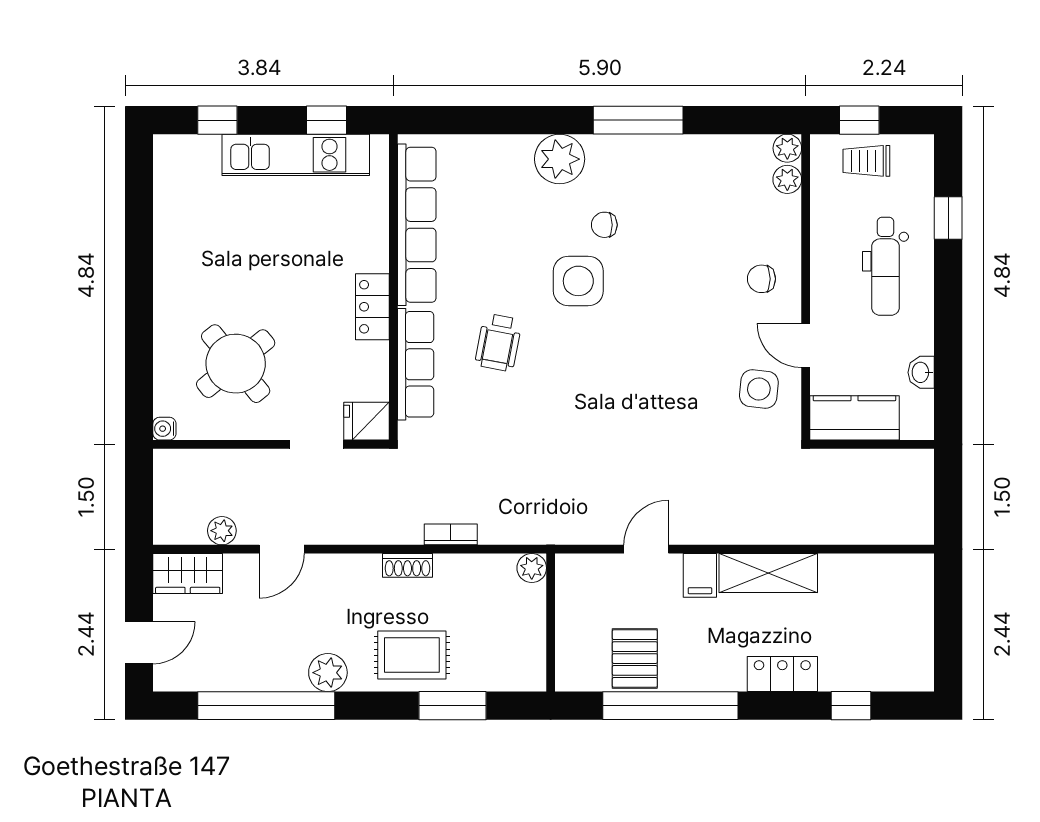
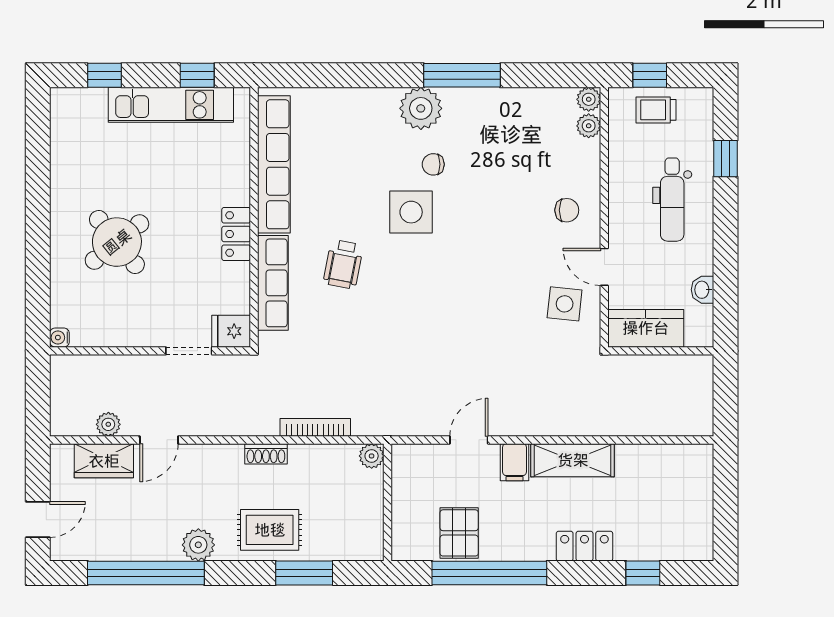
plant: (560, 159) -> (421, 108), moved
chair: (761, 279) -> (567, 210), turned 180
round table: (236, 364) -> (117, 242), moved
bookcase: (451, 534) -> (315, 427), width x1.56
wardrobe: (188, 573) -> (104, 461), moved

